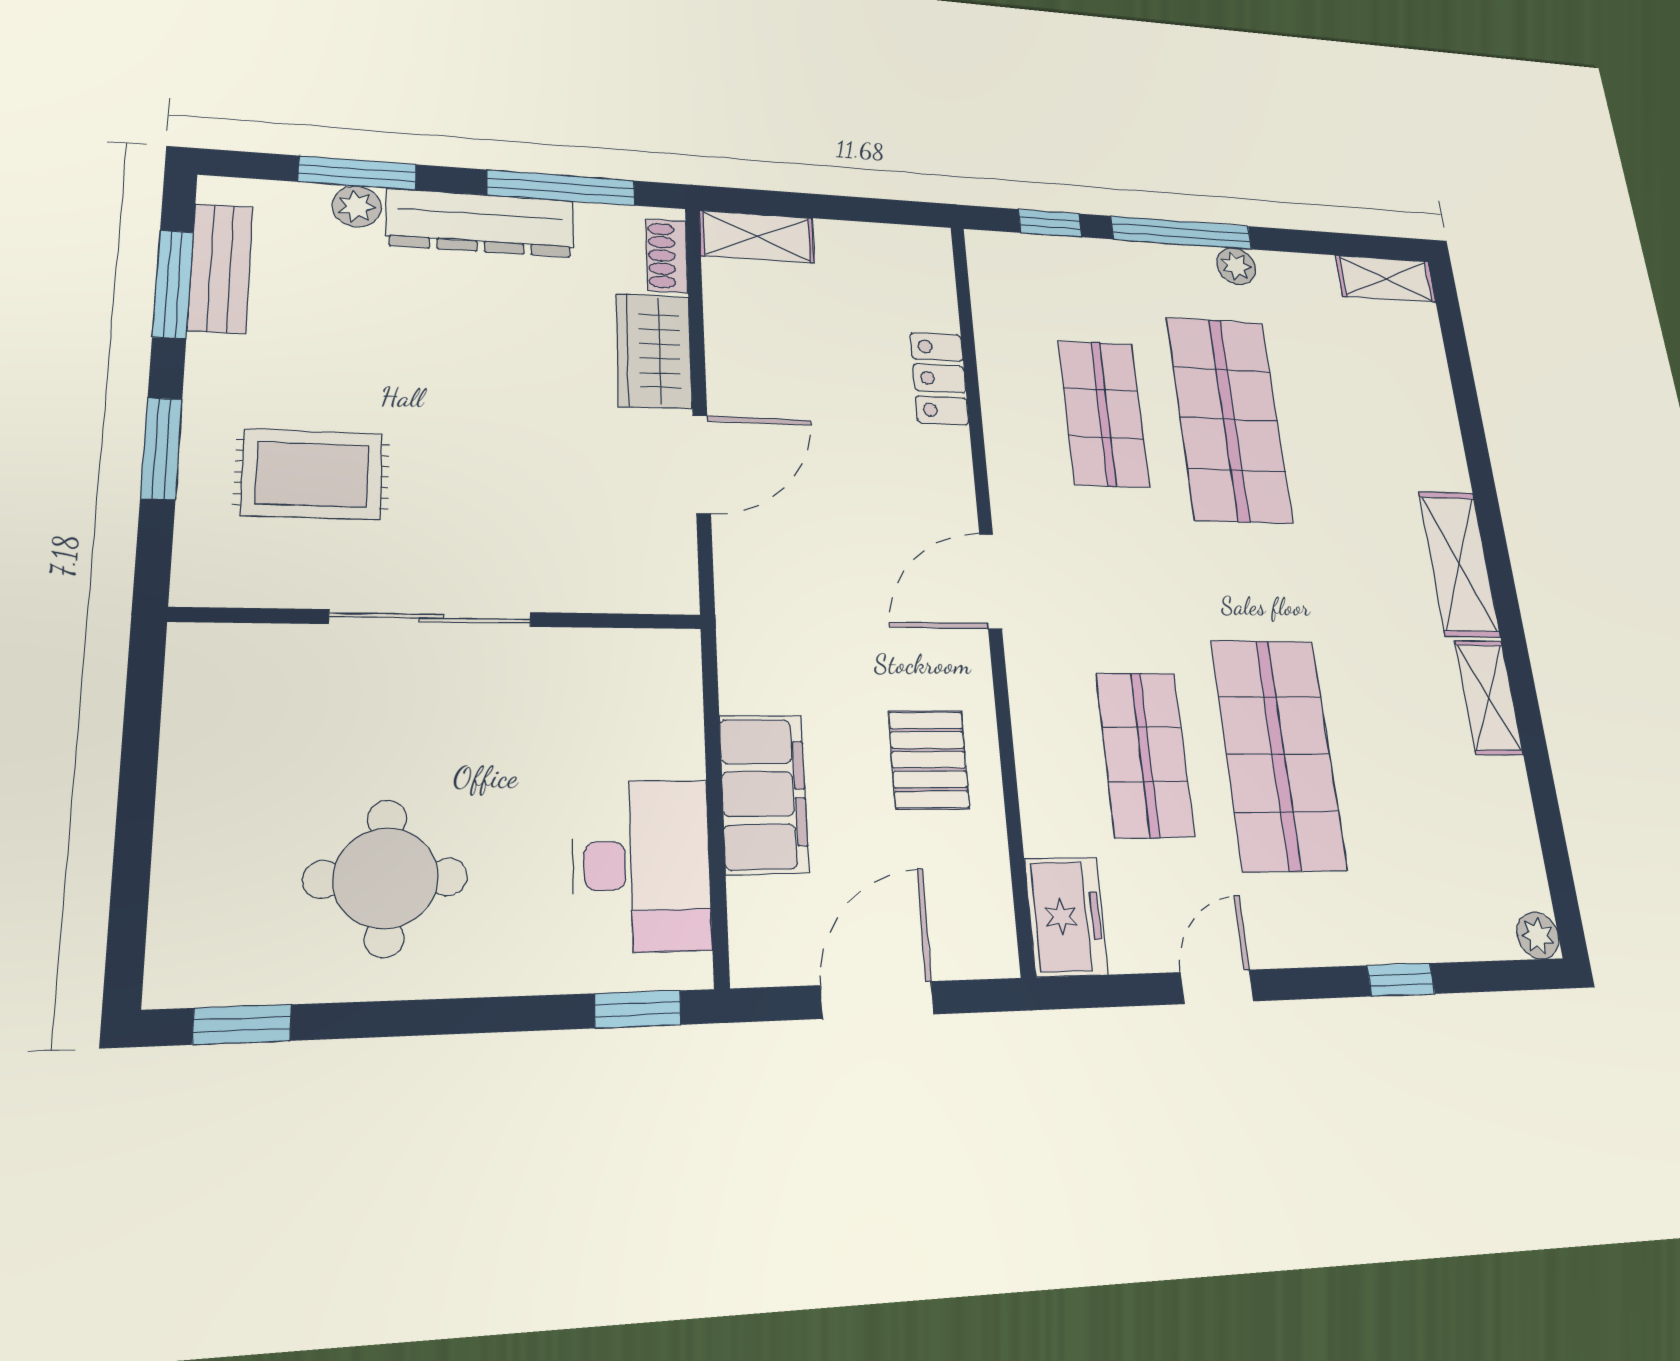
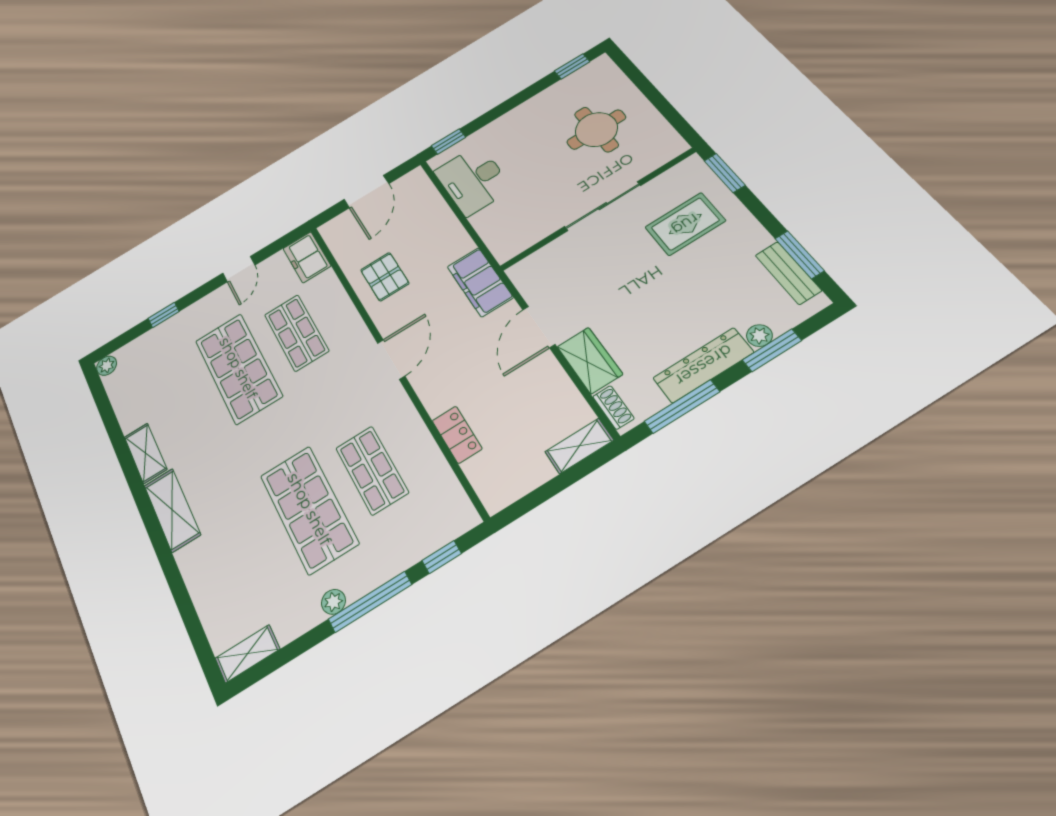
window: (161, 449) -> (725, 173), moved
filing cabinet: (764, 794) -> (480, 282), moved
round table: (386, 878) -> (596, 130), moved

